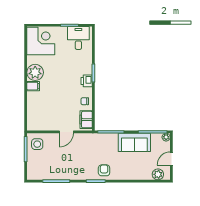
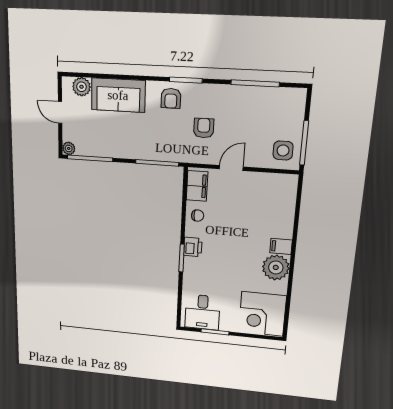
sofa: (134, 142) -> (118, 95), moved, turned 180
armchair: (84, 154) -> (204, 128), added
door: (171, 159) -> (60, 112), swing flipped

